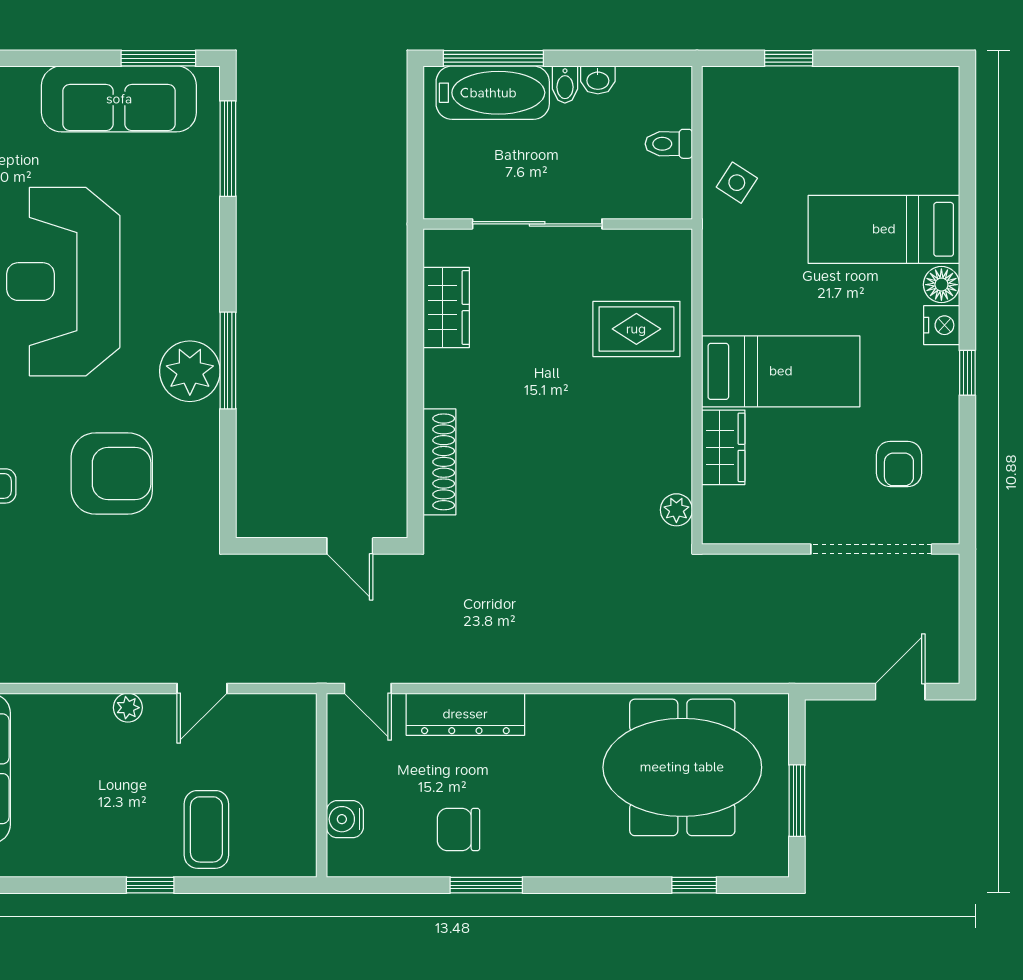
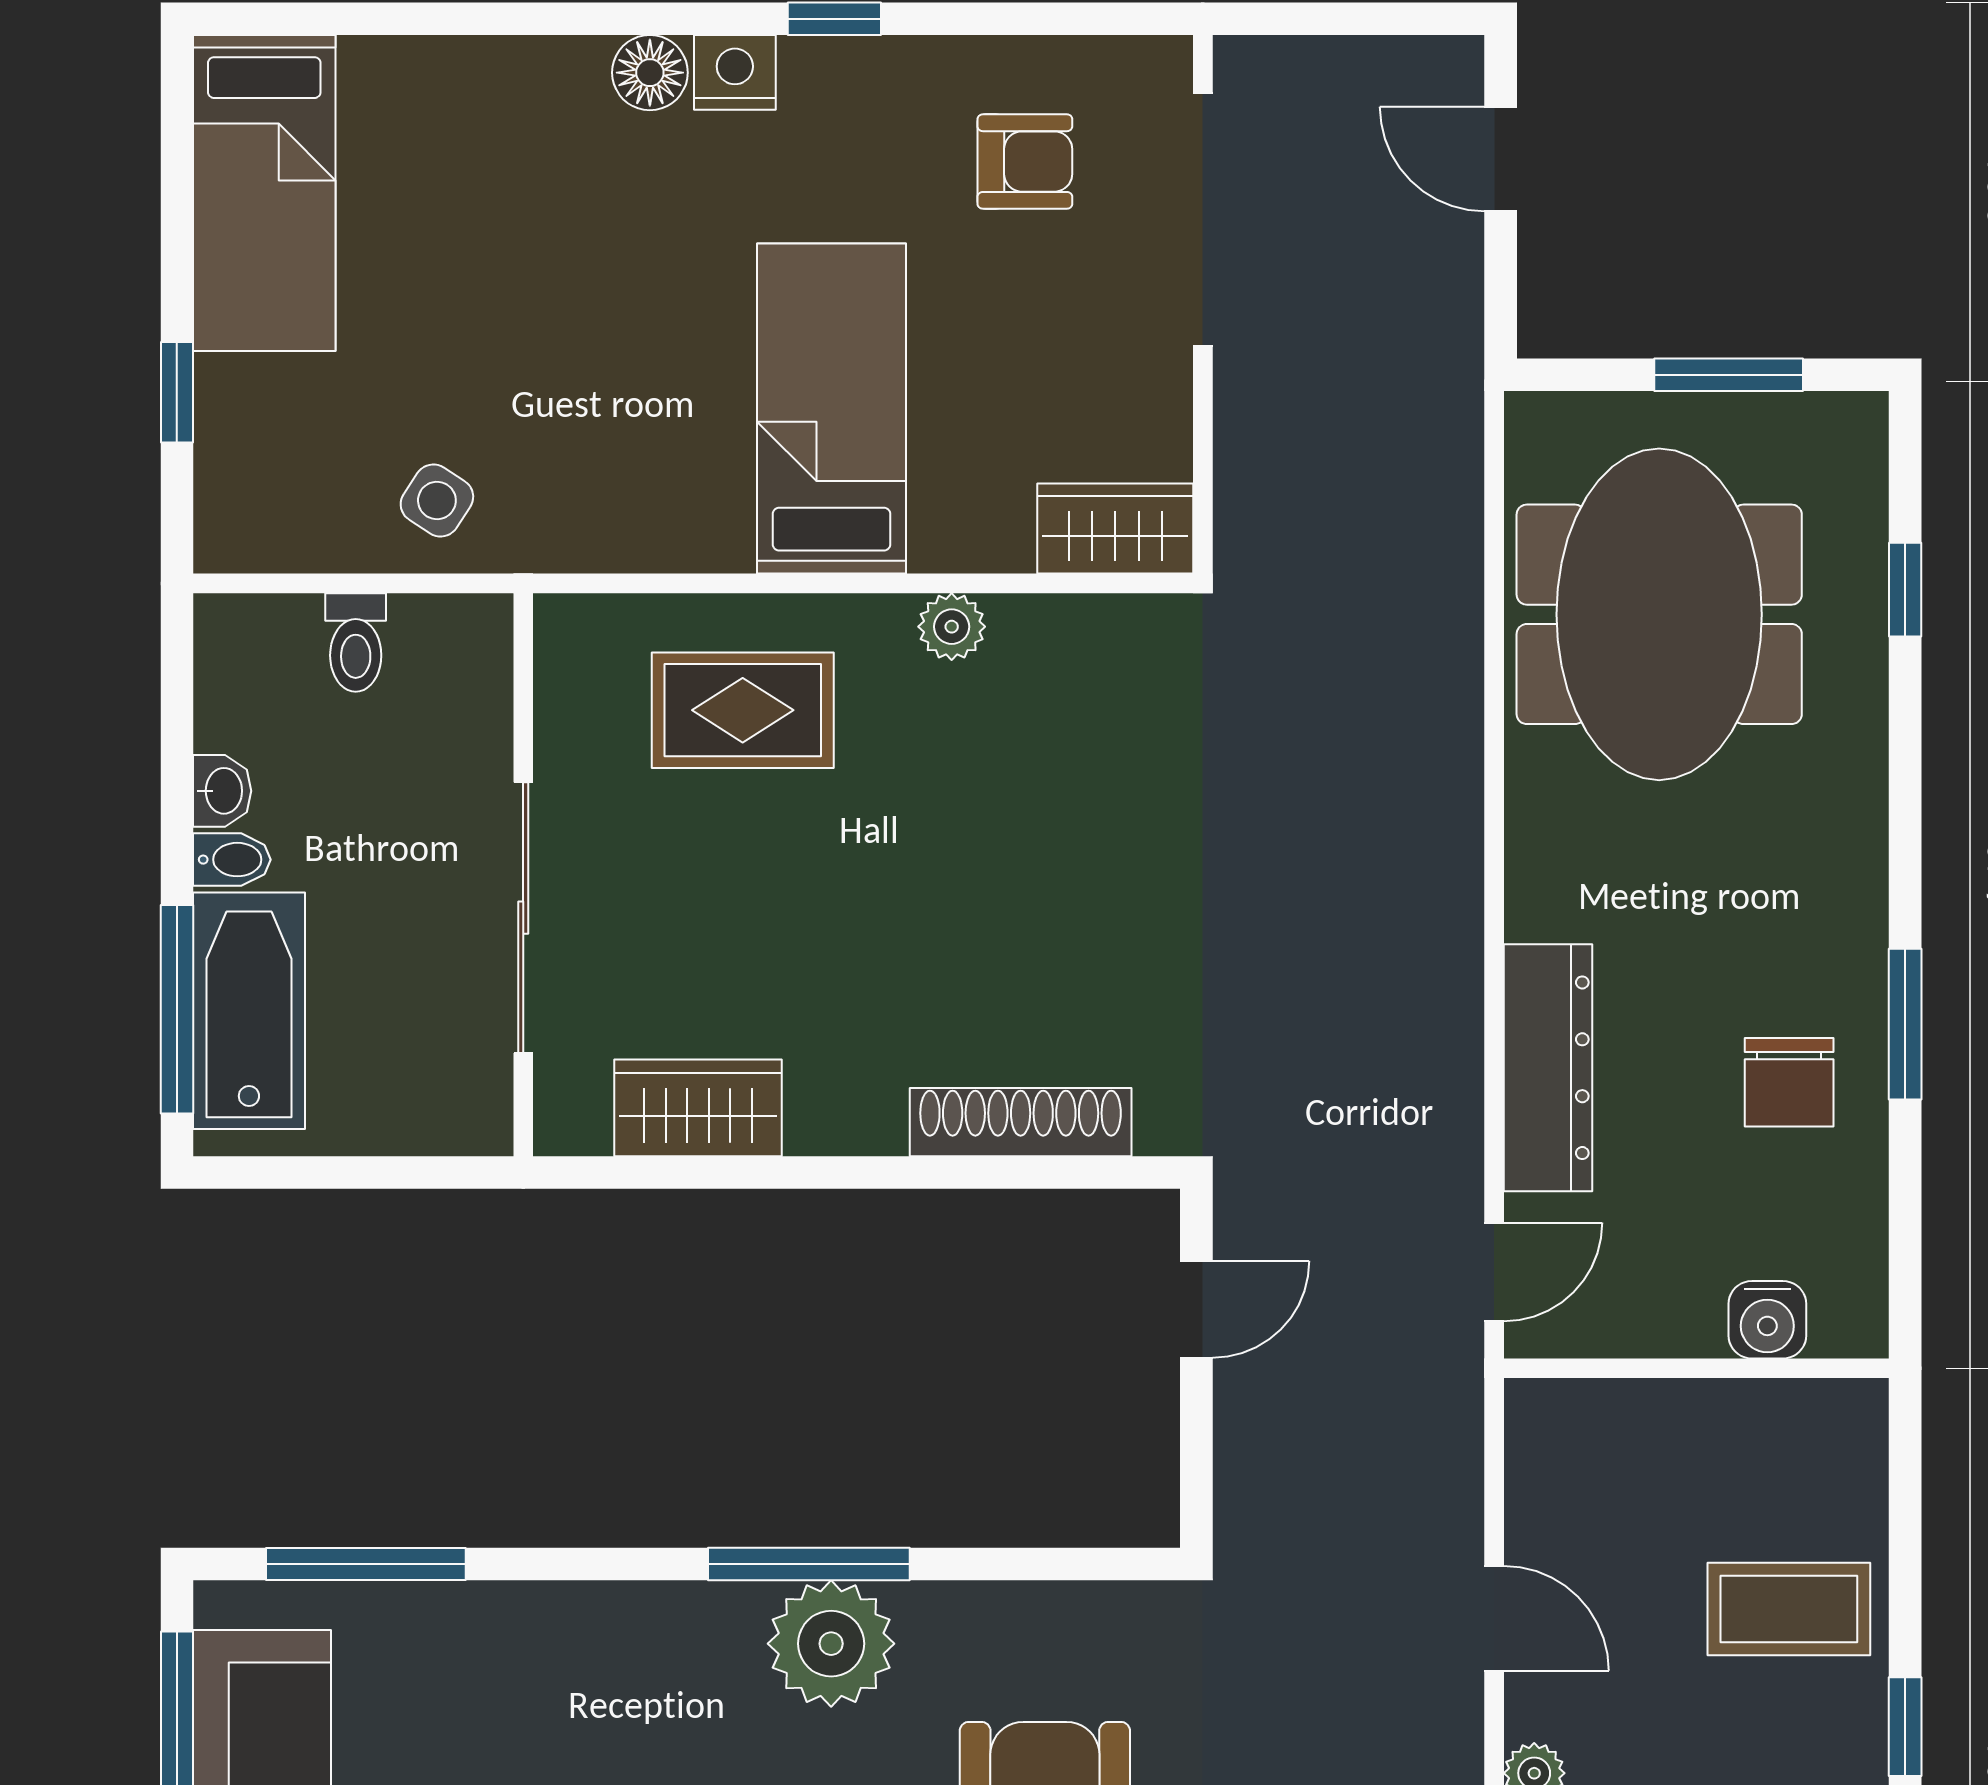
bed: (884, 229) -> (264, 193), moved
rug: (636, 329) -> (743, 710), turned 90
wardrobe: (723, 447) -> (1115, 529), moved
plant: (676, 510) -> (952, 627), moved

